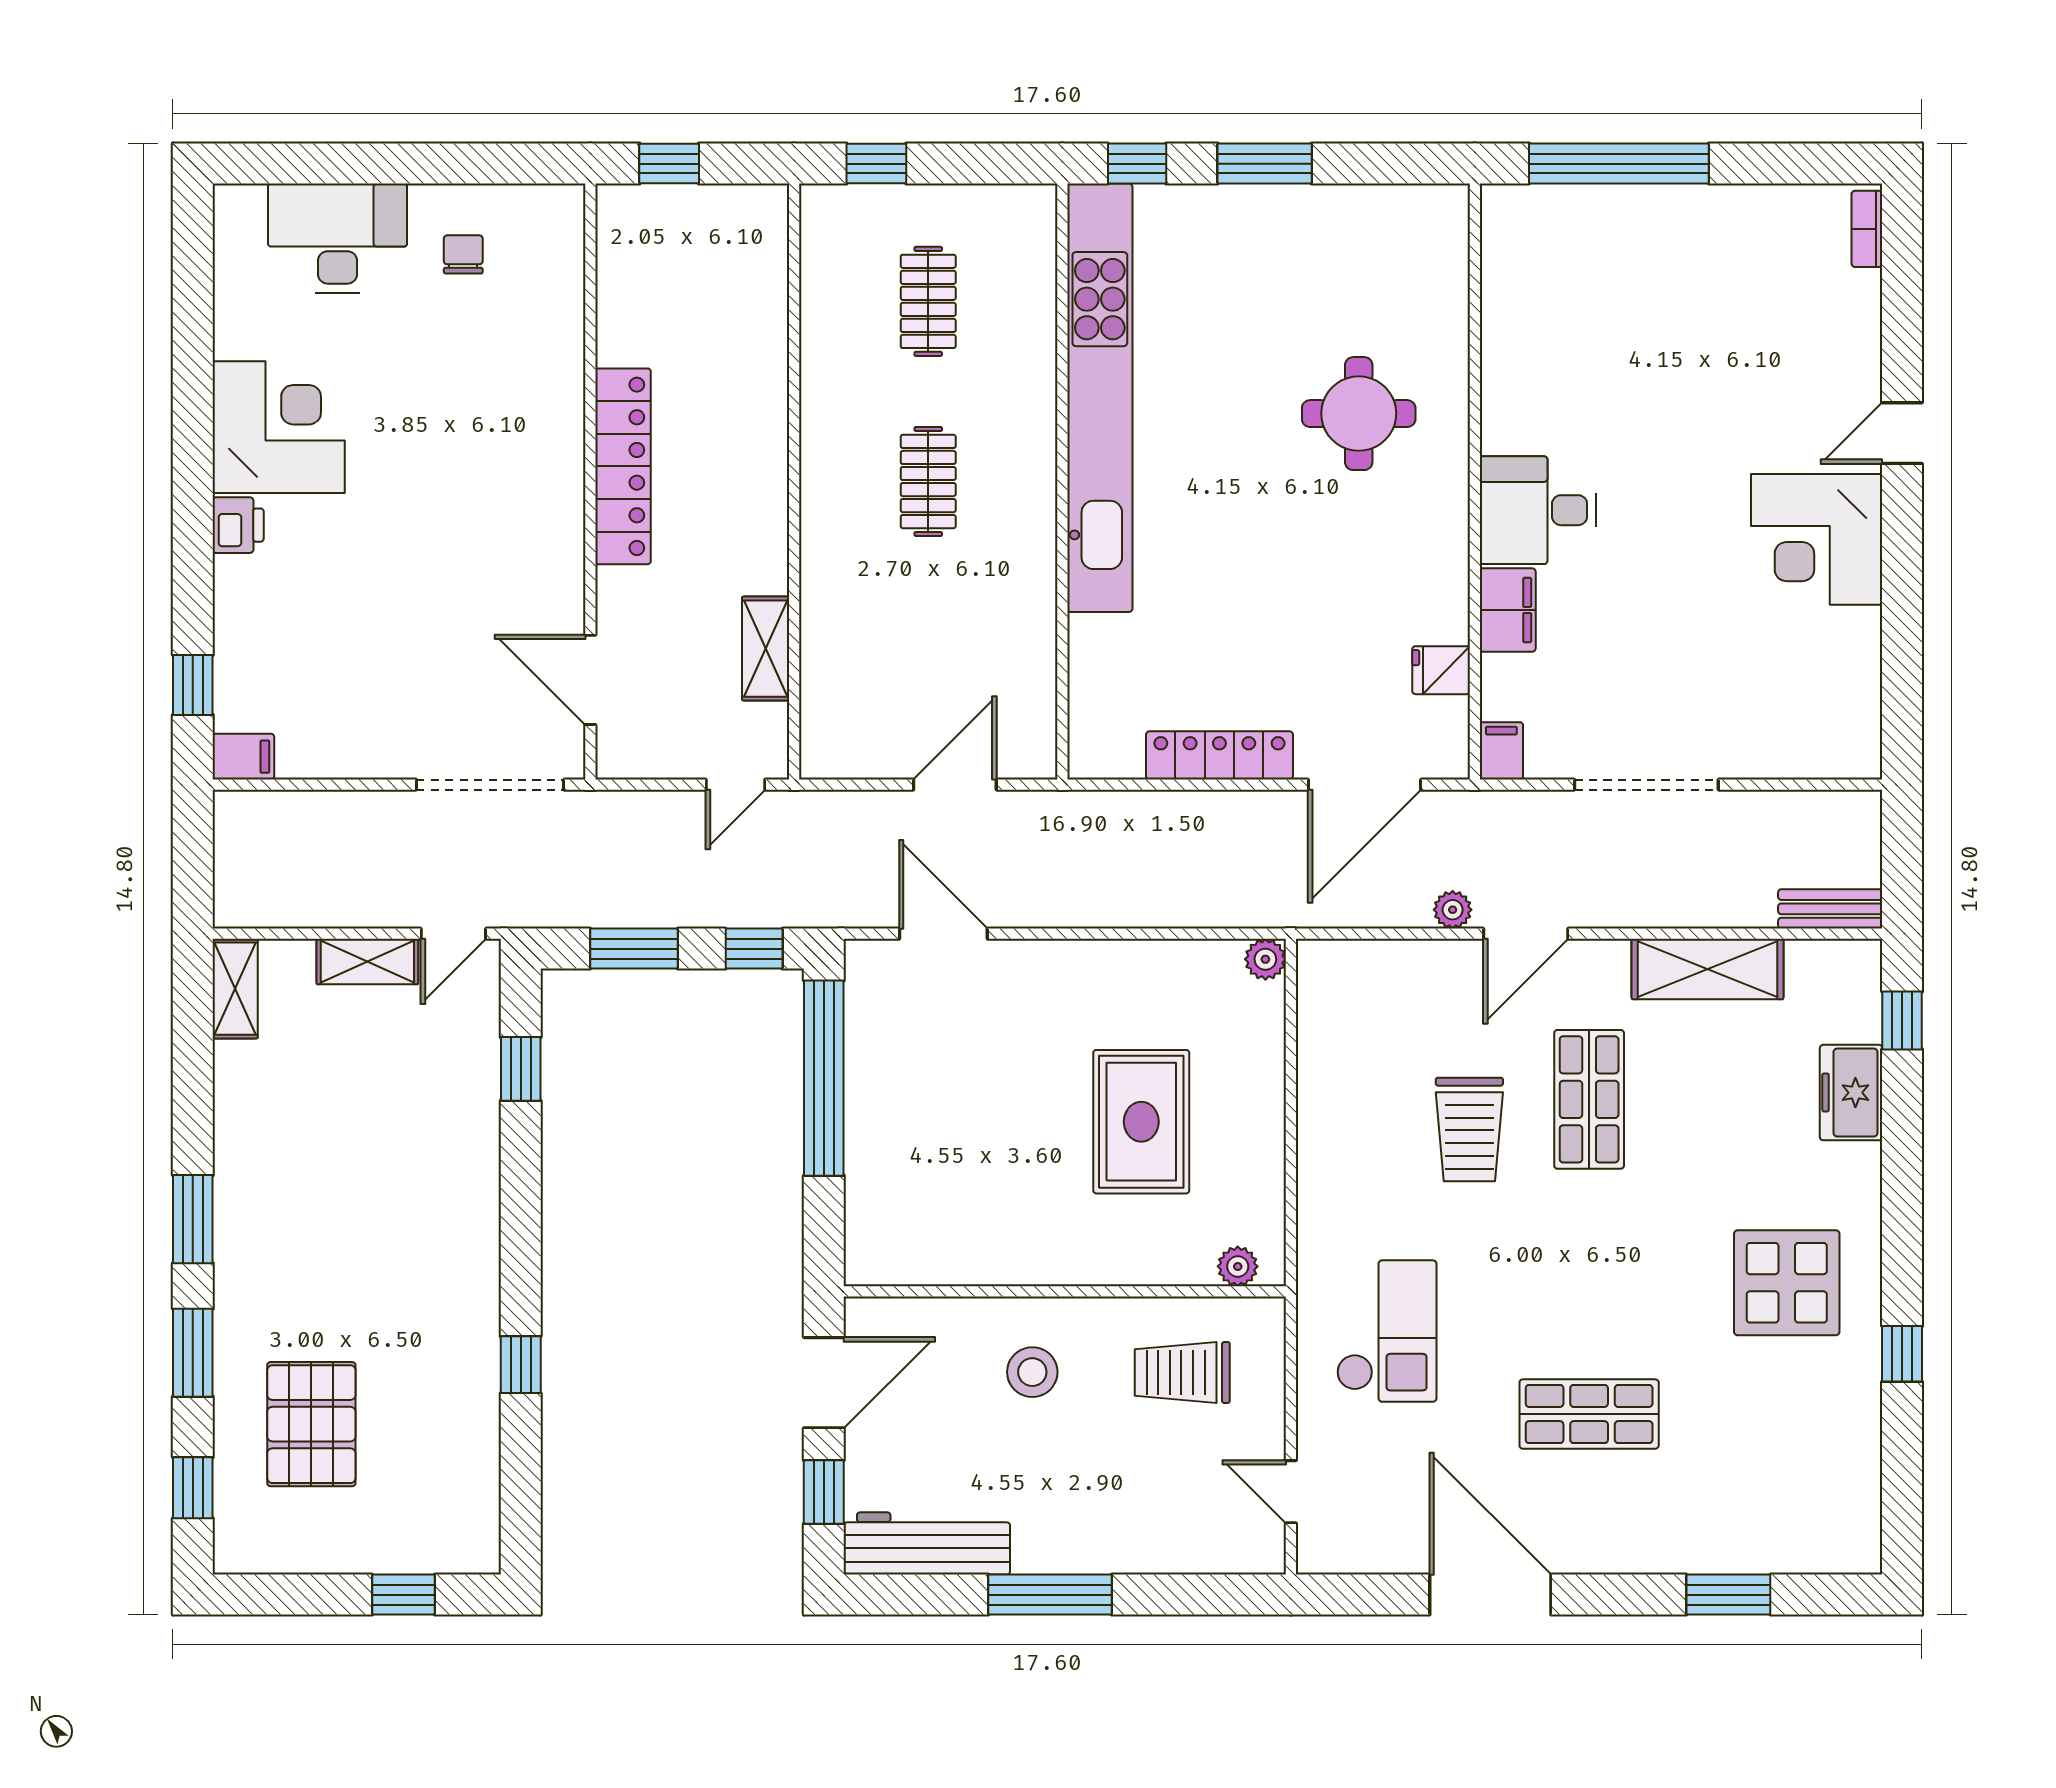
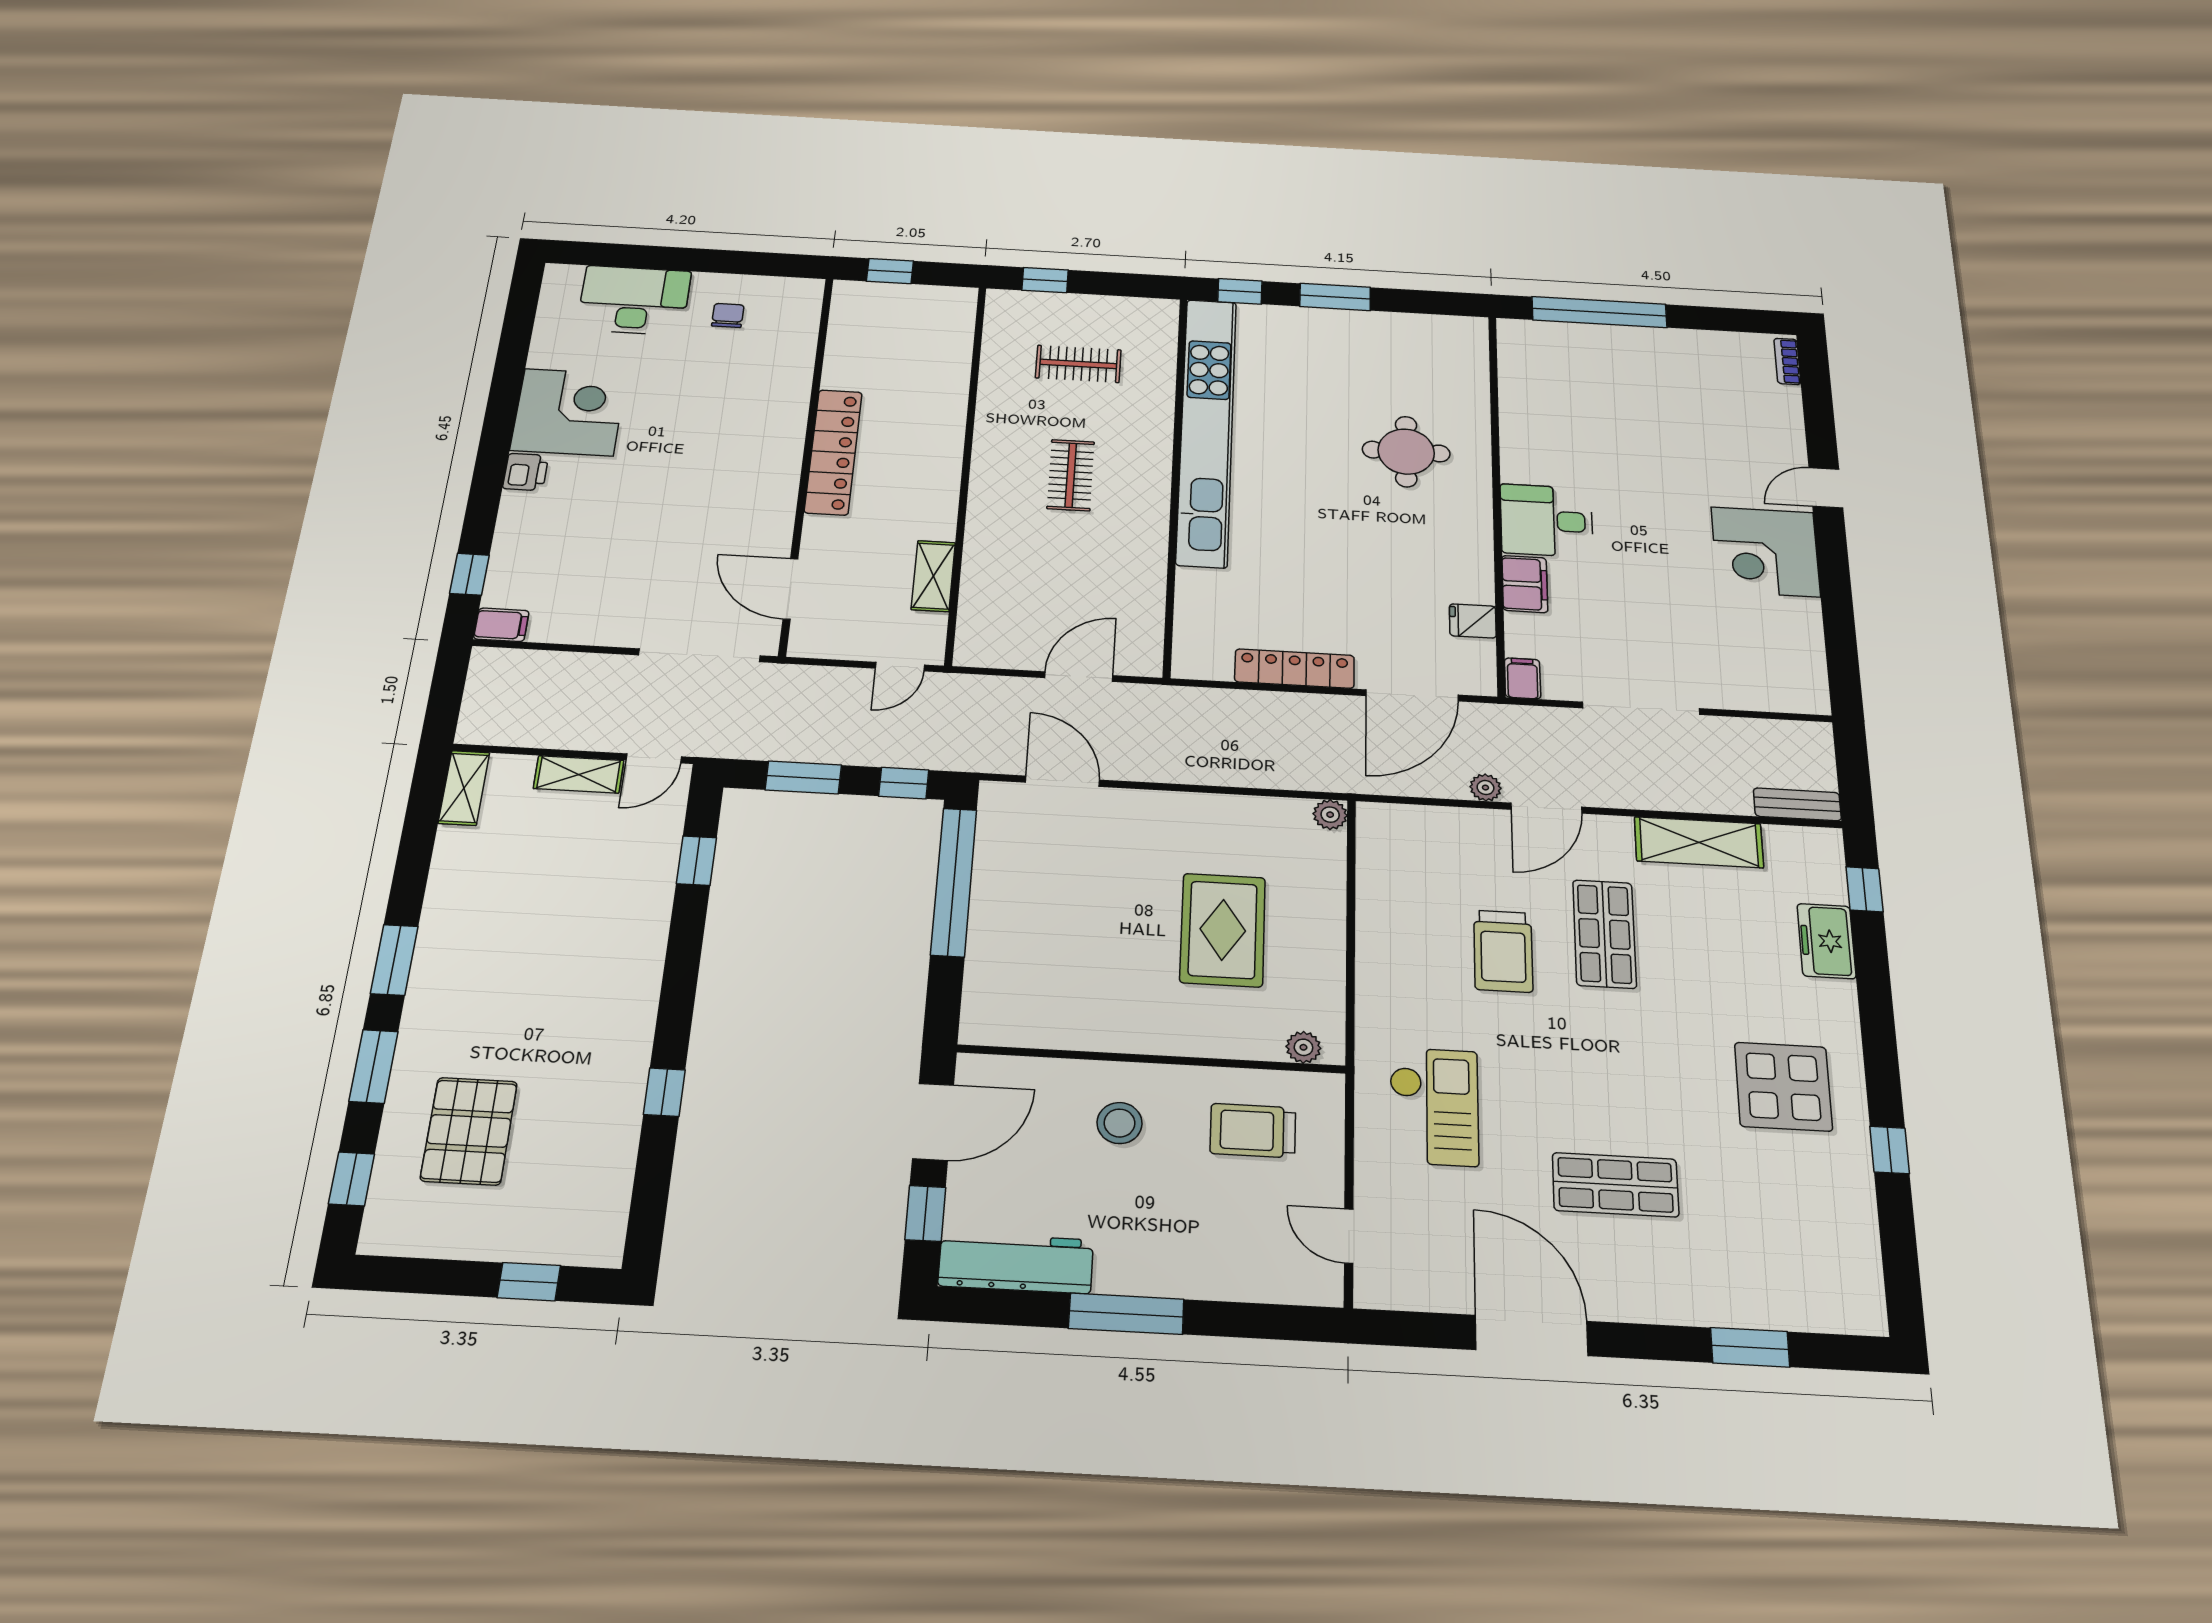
clothes rail: (928, 301) -> (1078, 364), turned 90

